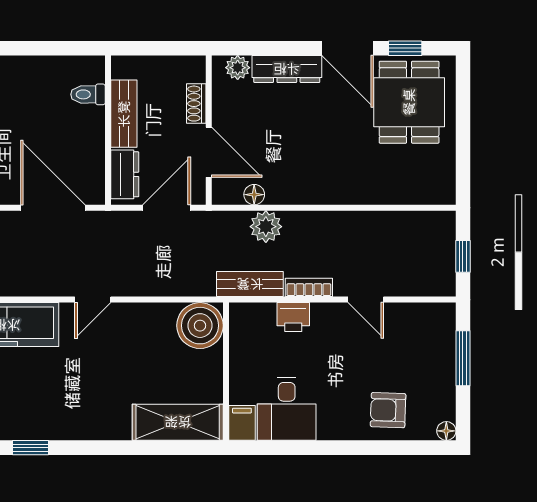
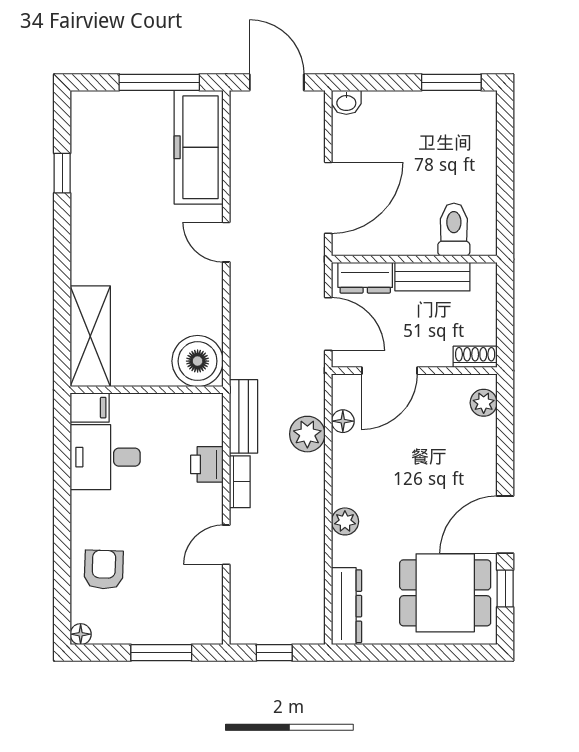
dresser: (287, 69) -> (346, 606), moved, turned 180
toilet: (88, 94) -> (454, 230), width x1.37, depth x1.39
shoe rack: (196, 104) -> (475, 357), moved
plant: (345, 193) -> (345, 521), added

